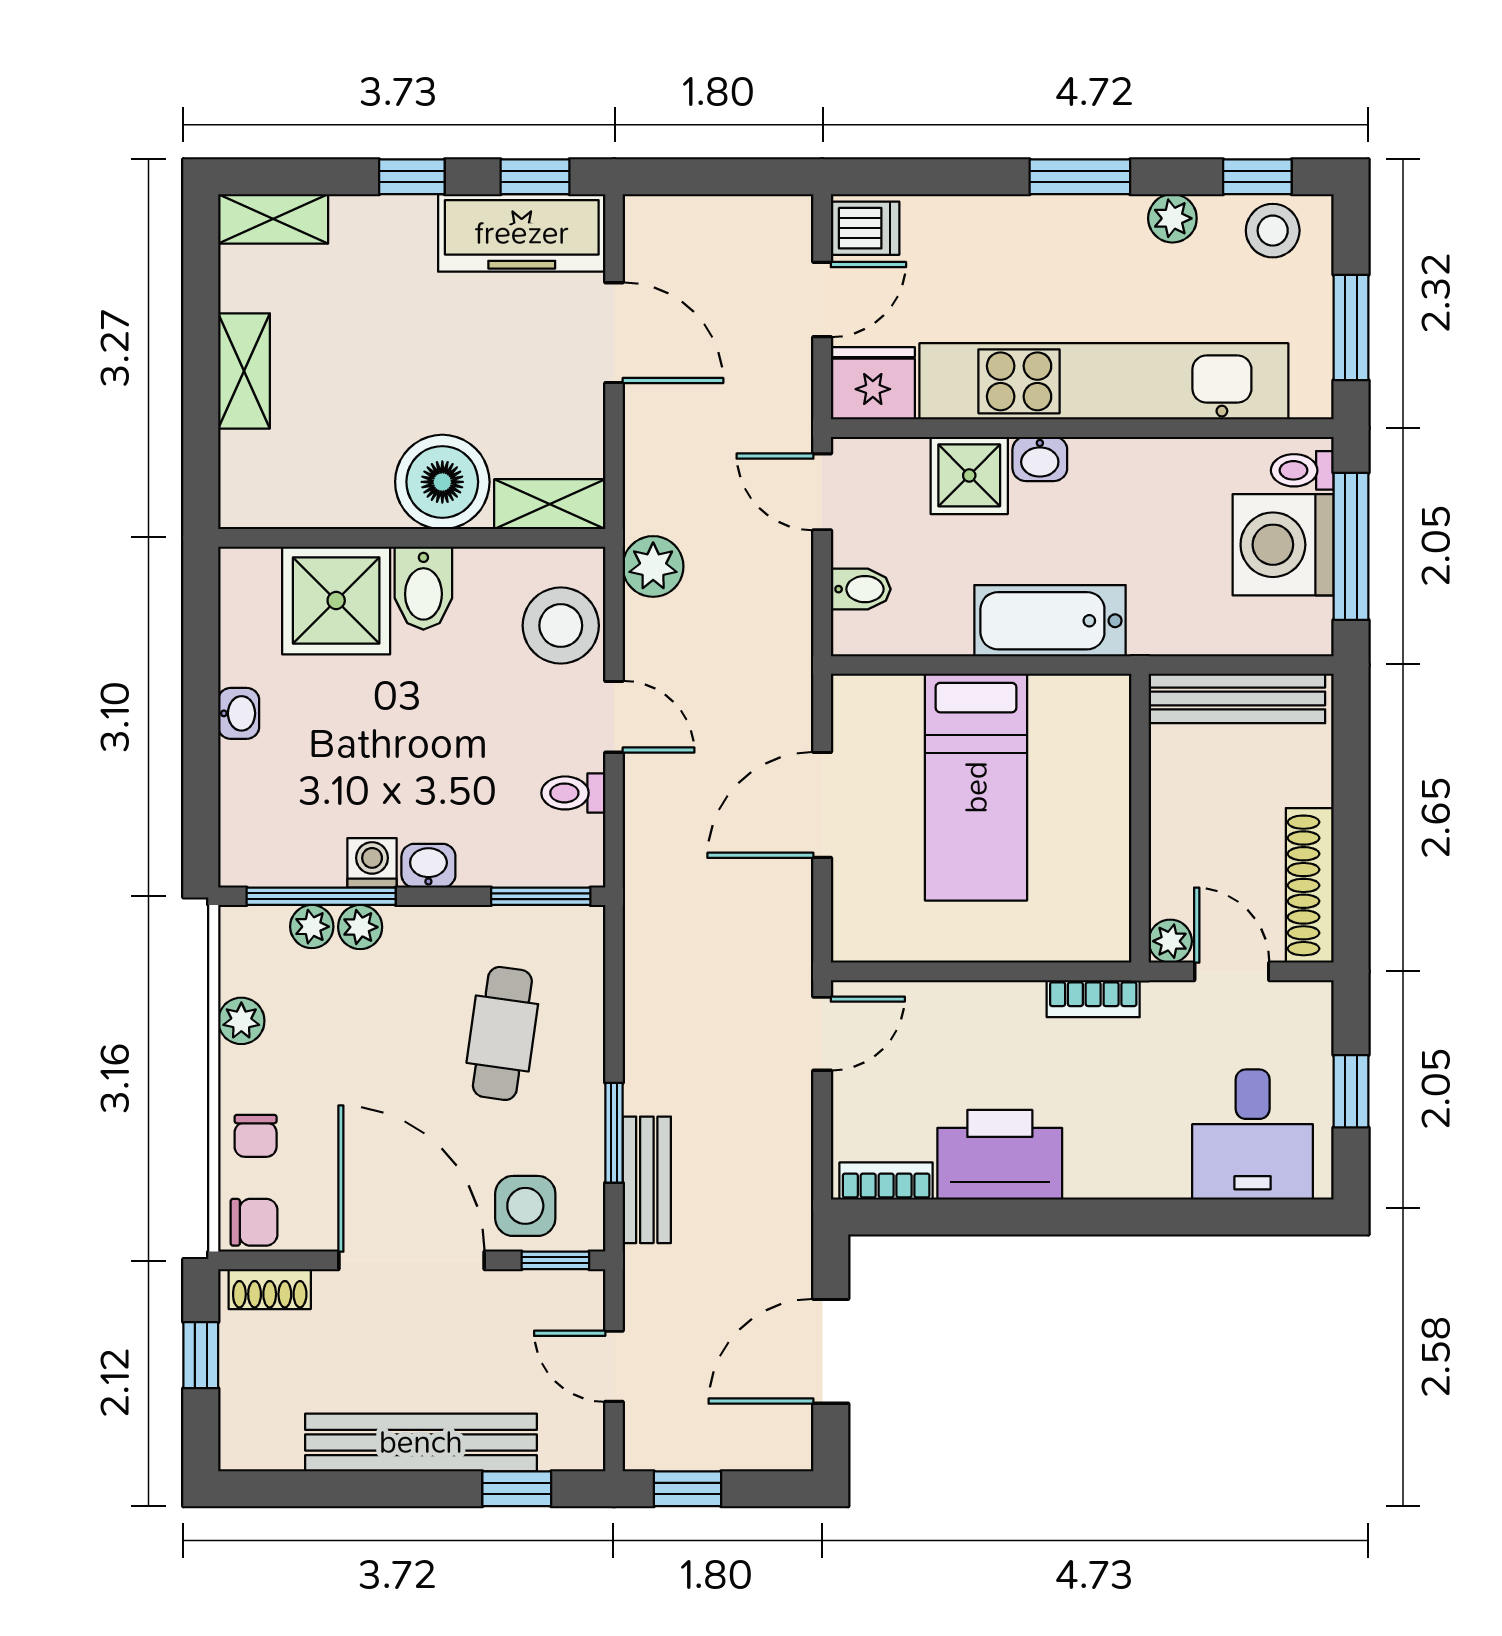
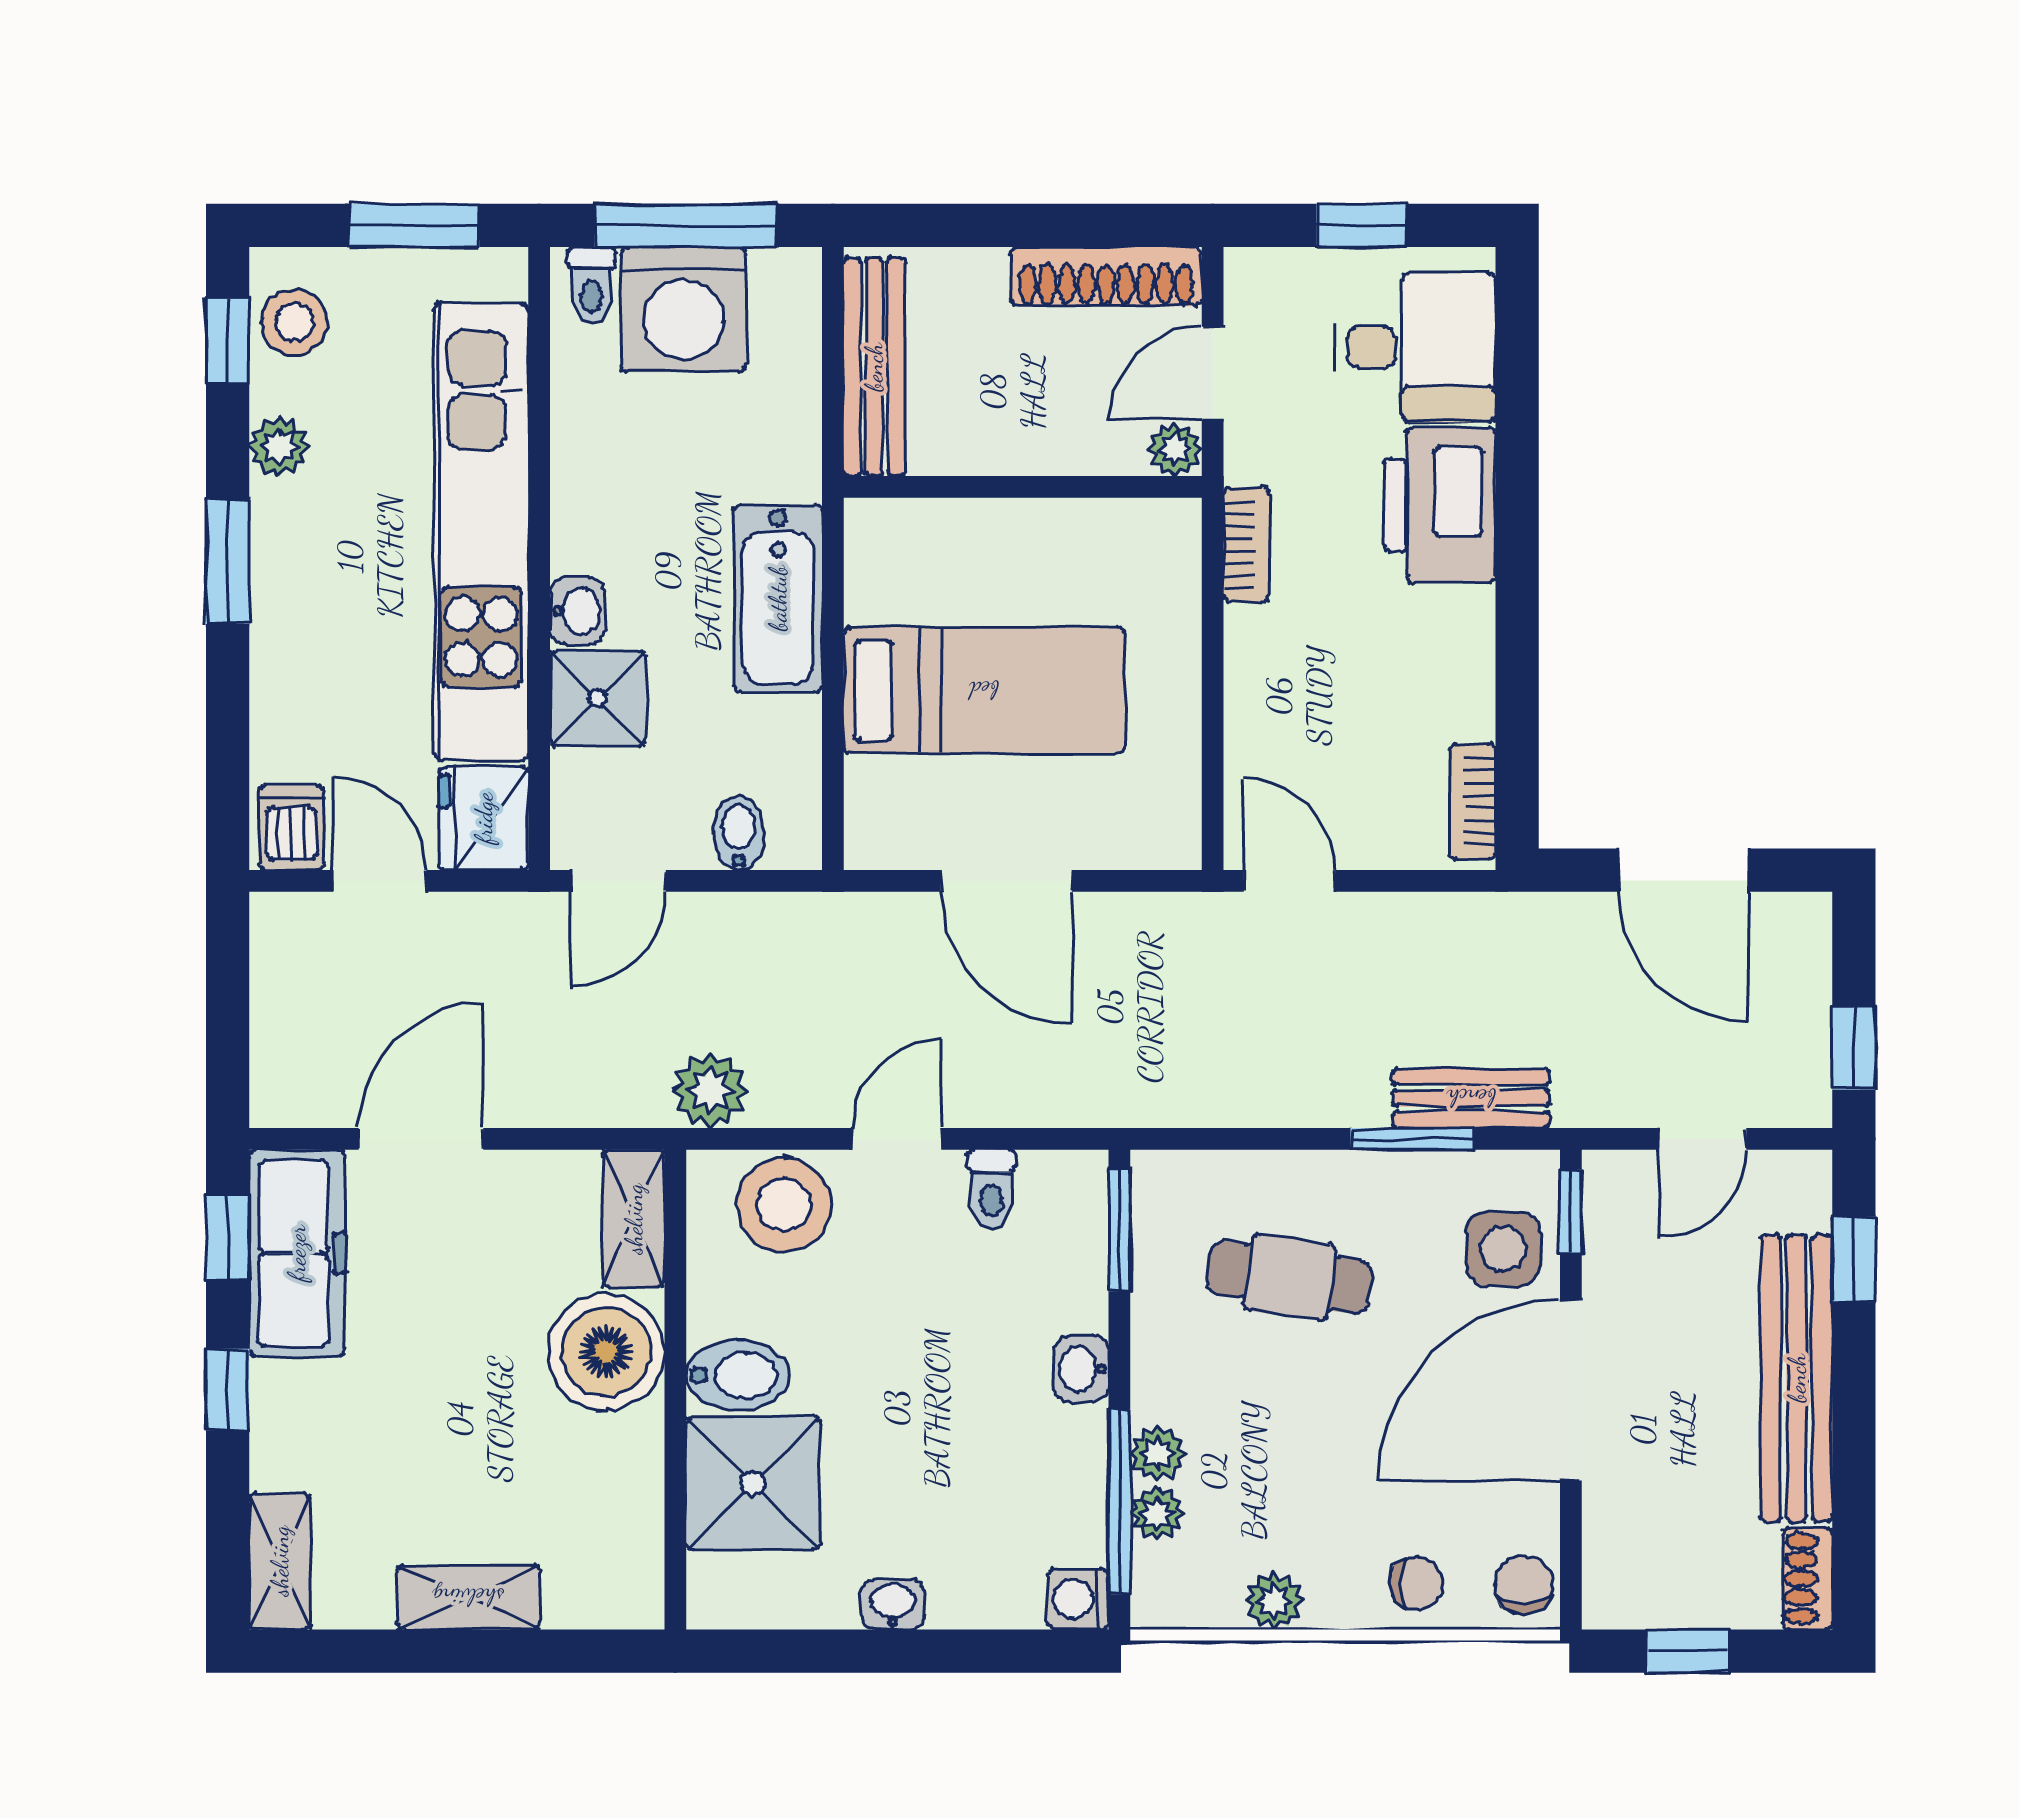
washing machine: (372, 863) -> (1078, 1599), moved
printer: (1000, 1155) -> (1440, 505), moved
shoe rack: (270, 1289) -> (1807, 1579), moved, turned 180

